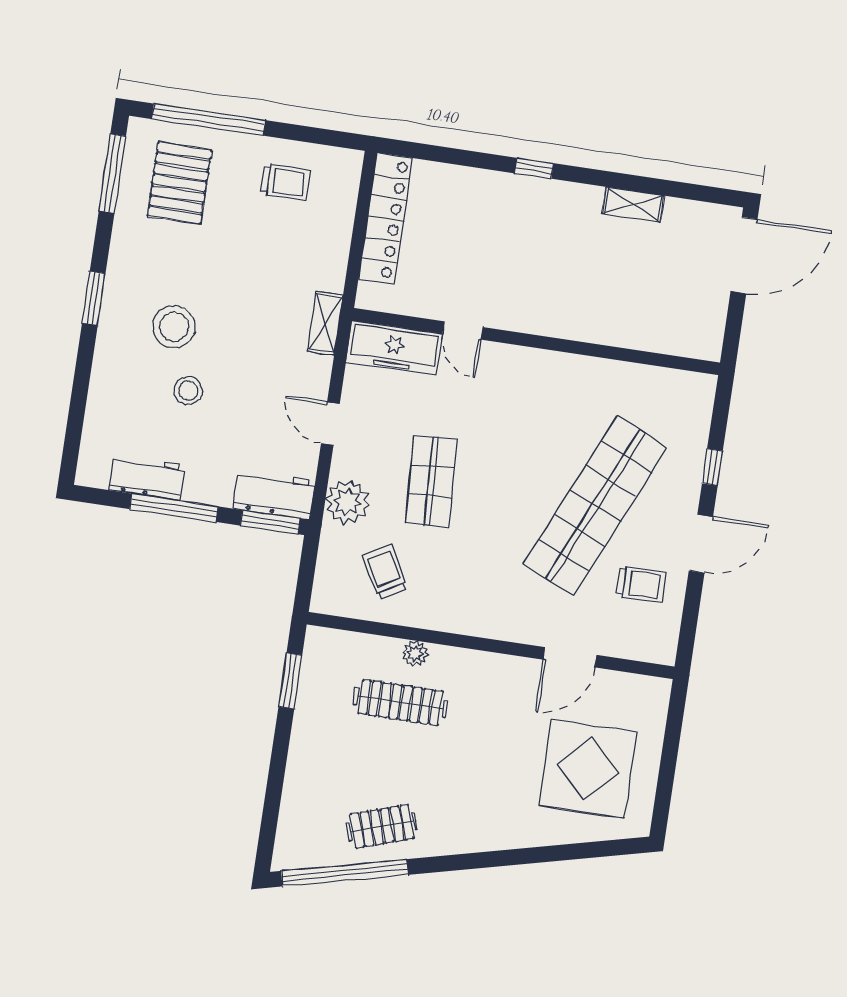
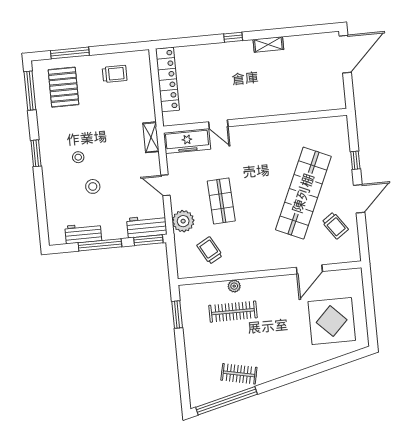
window: (209, 120) -> (70, 53), width x0.68
shelving: (633, 204) -> (268, 44), moved
stool: (174, 327) -> (78, 157), width x0.53, depth x0.53
trolley: (641, 584) -> (335, 226), turned 55
clothes rail: (382, 826) -> (239, 374), turned 30

